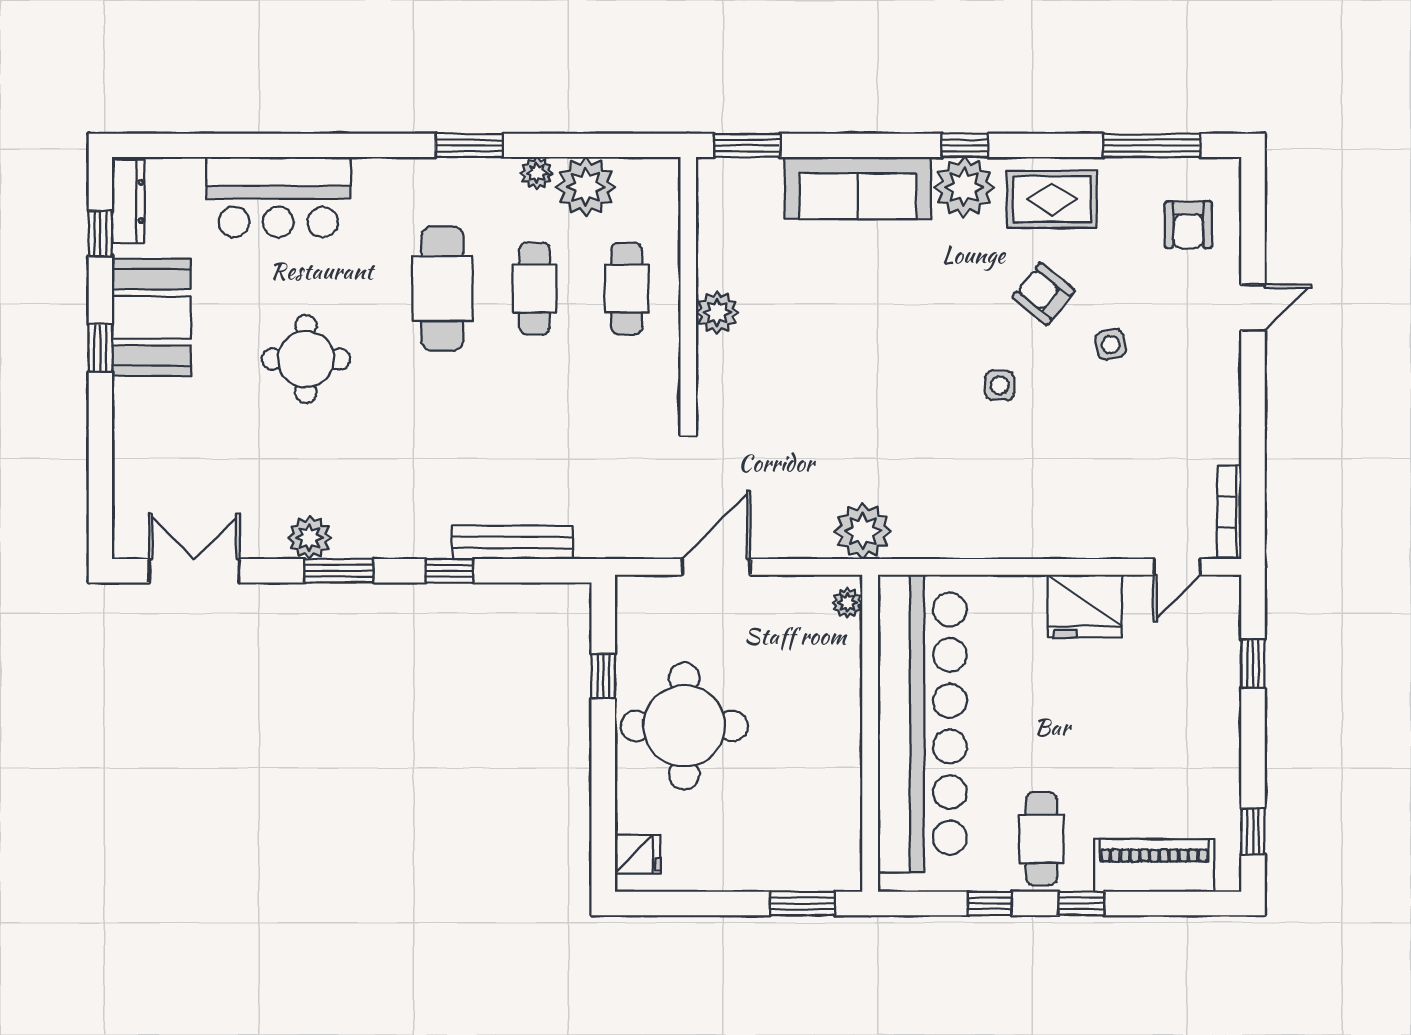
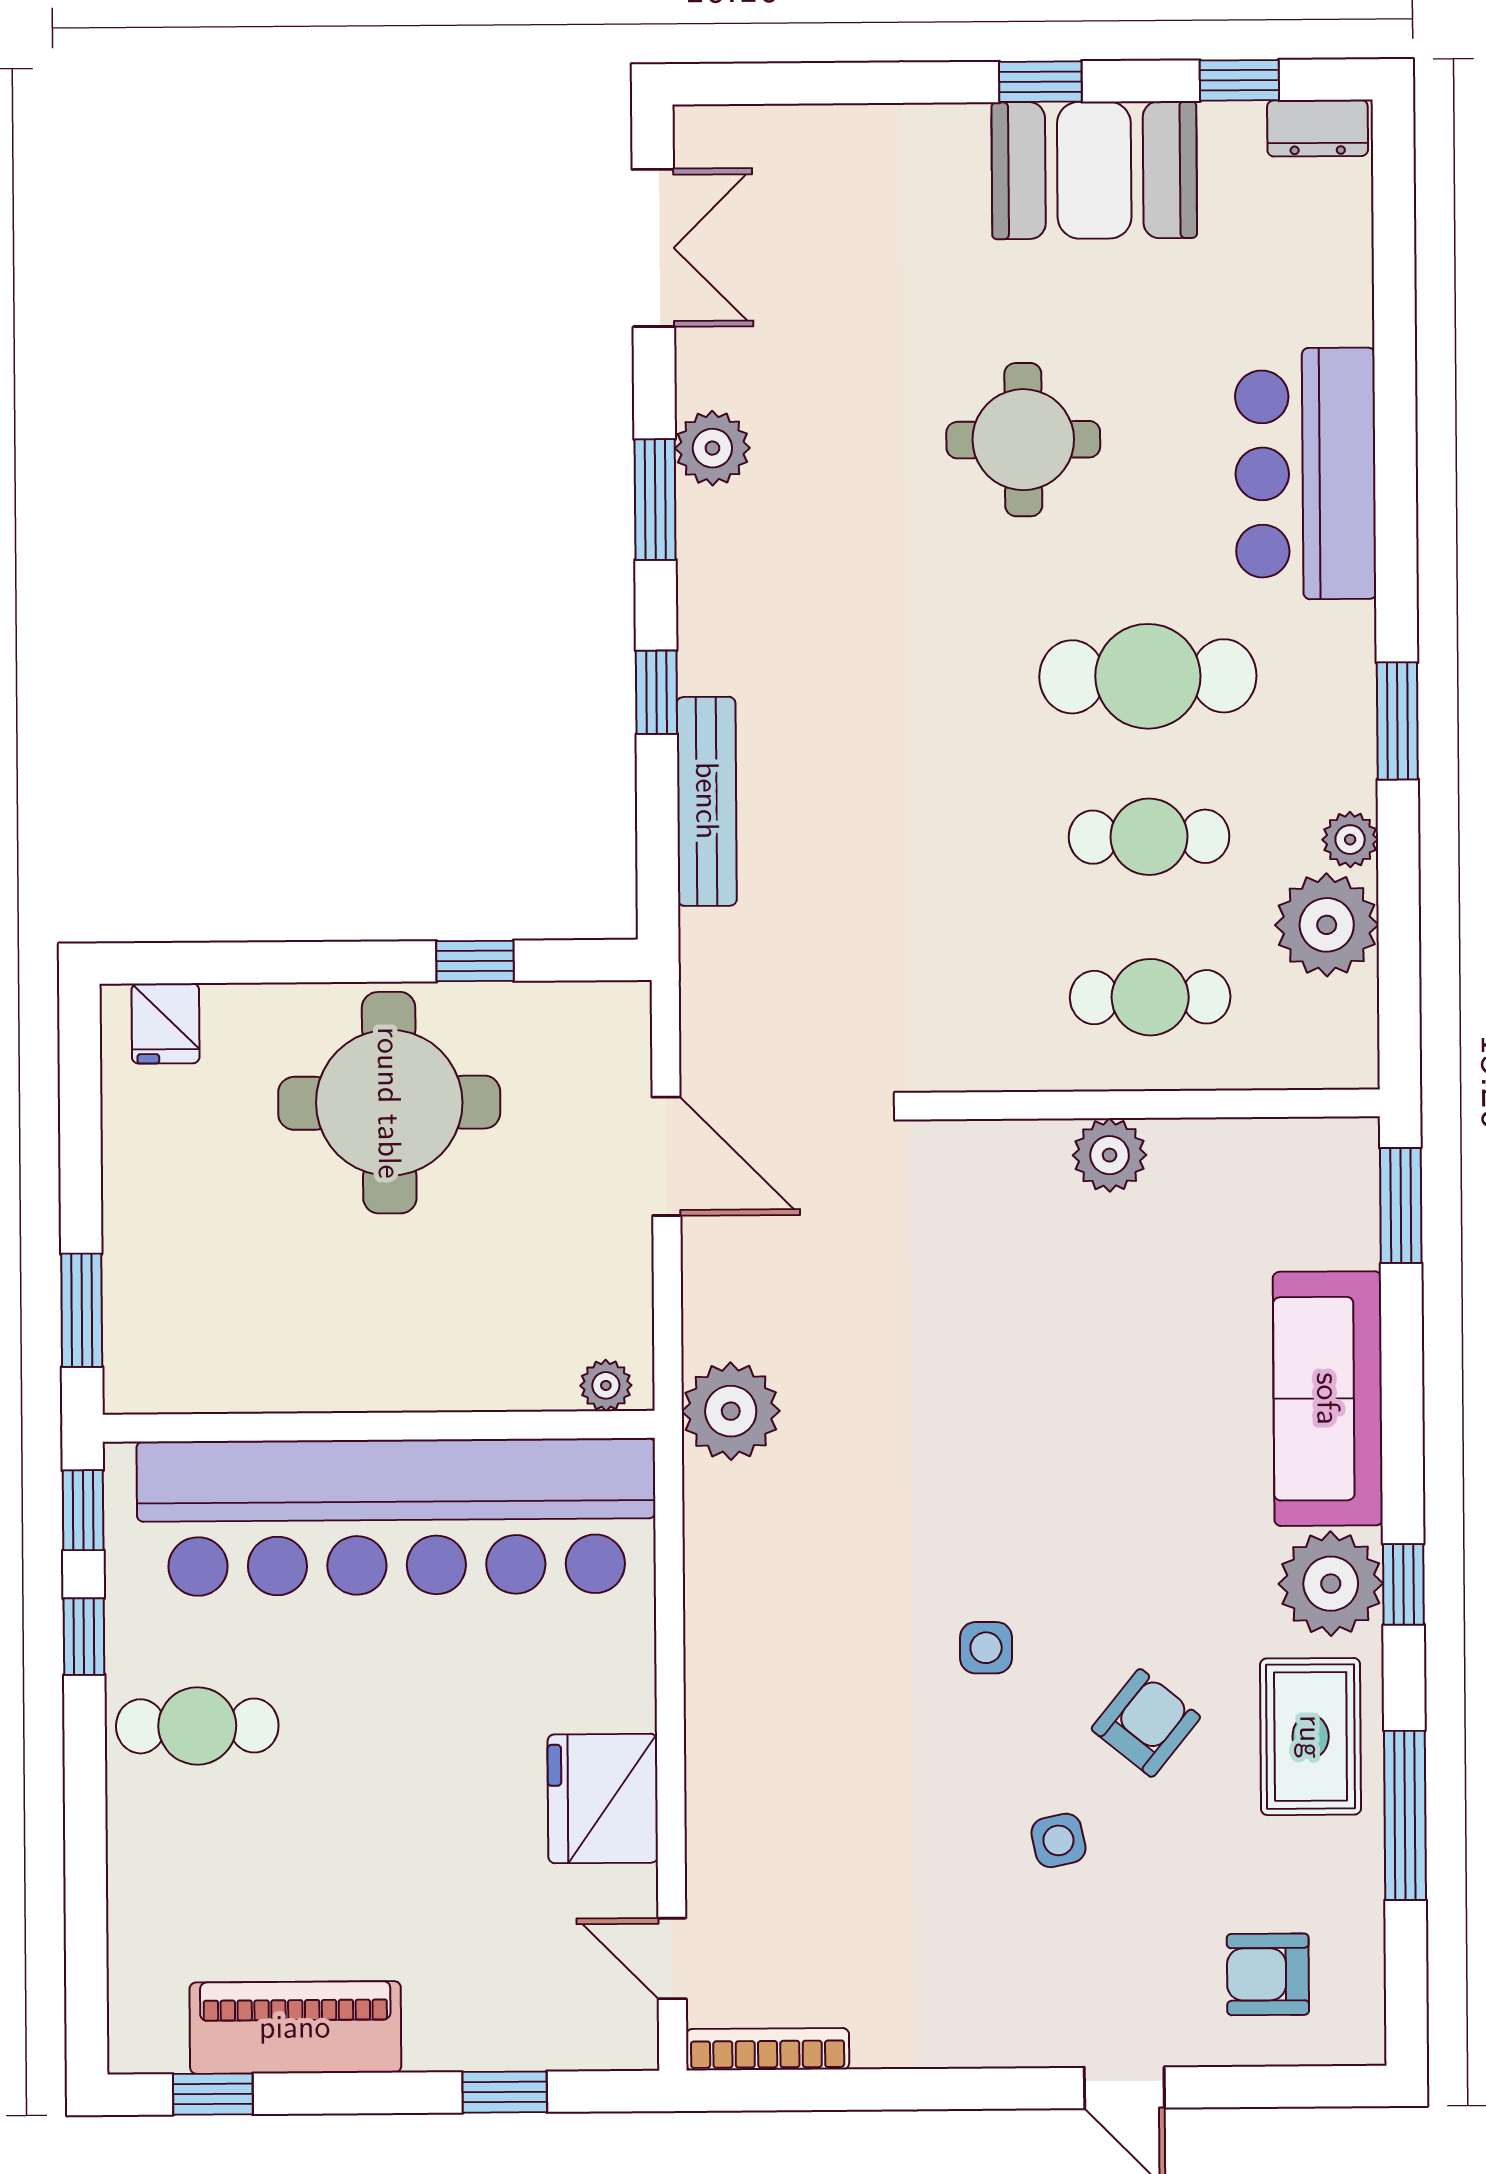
window: (1152, 145) -> (1405, 1815), moved
bar counter: (278, 197) -> (1306, 474), moved
dresser: (128, 201) -> (1318, 128), width x0.70
piano: (1154, 866) -> (295, 2027), moved, turned -90
window: (1081, 903) -> (83, 1510), moved

